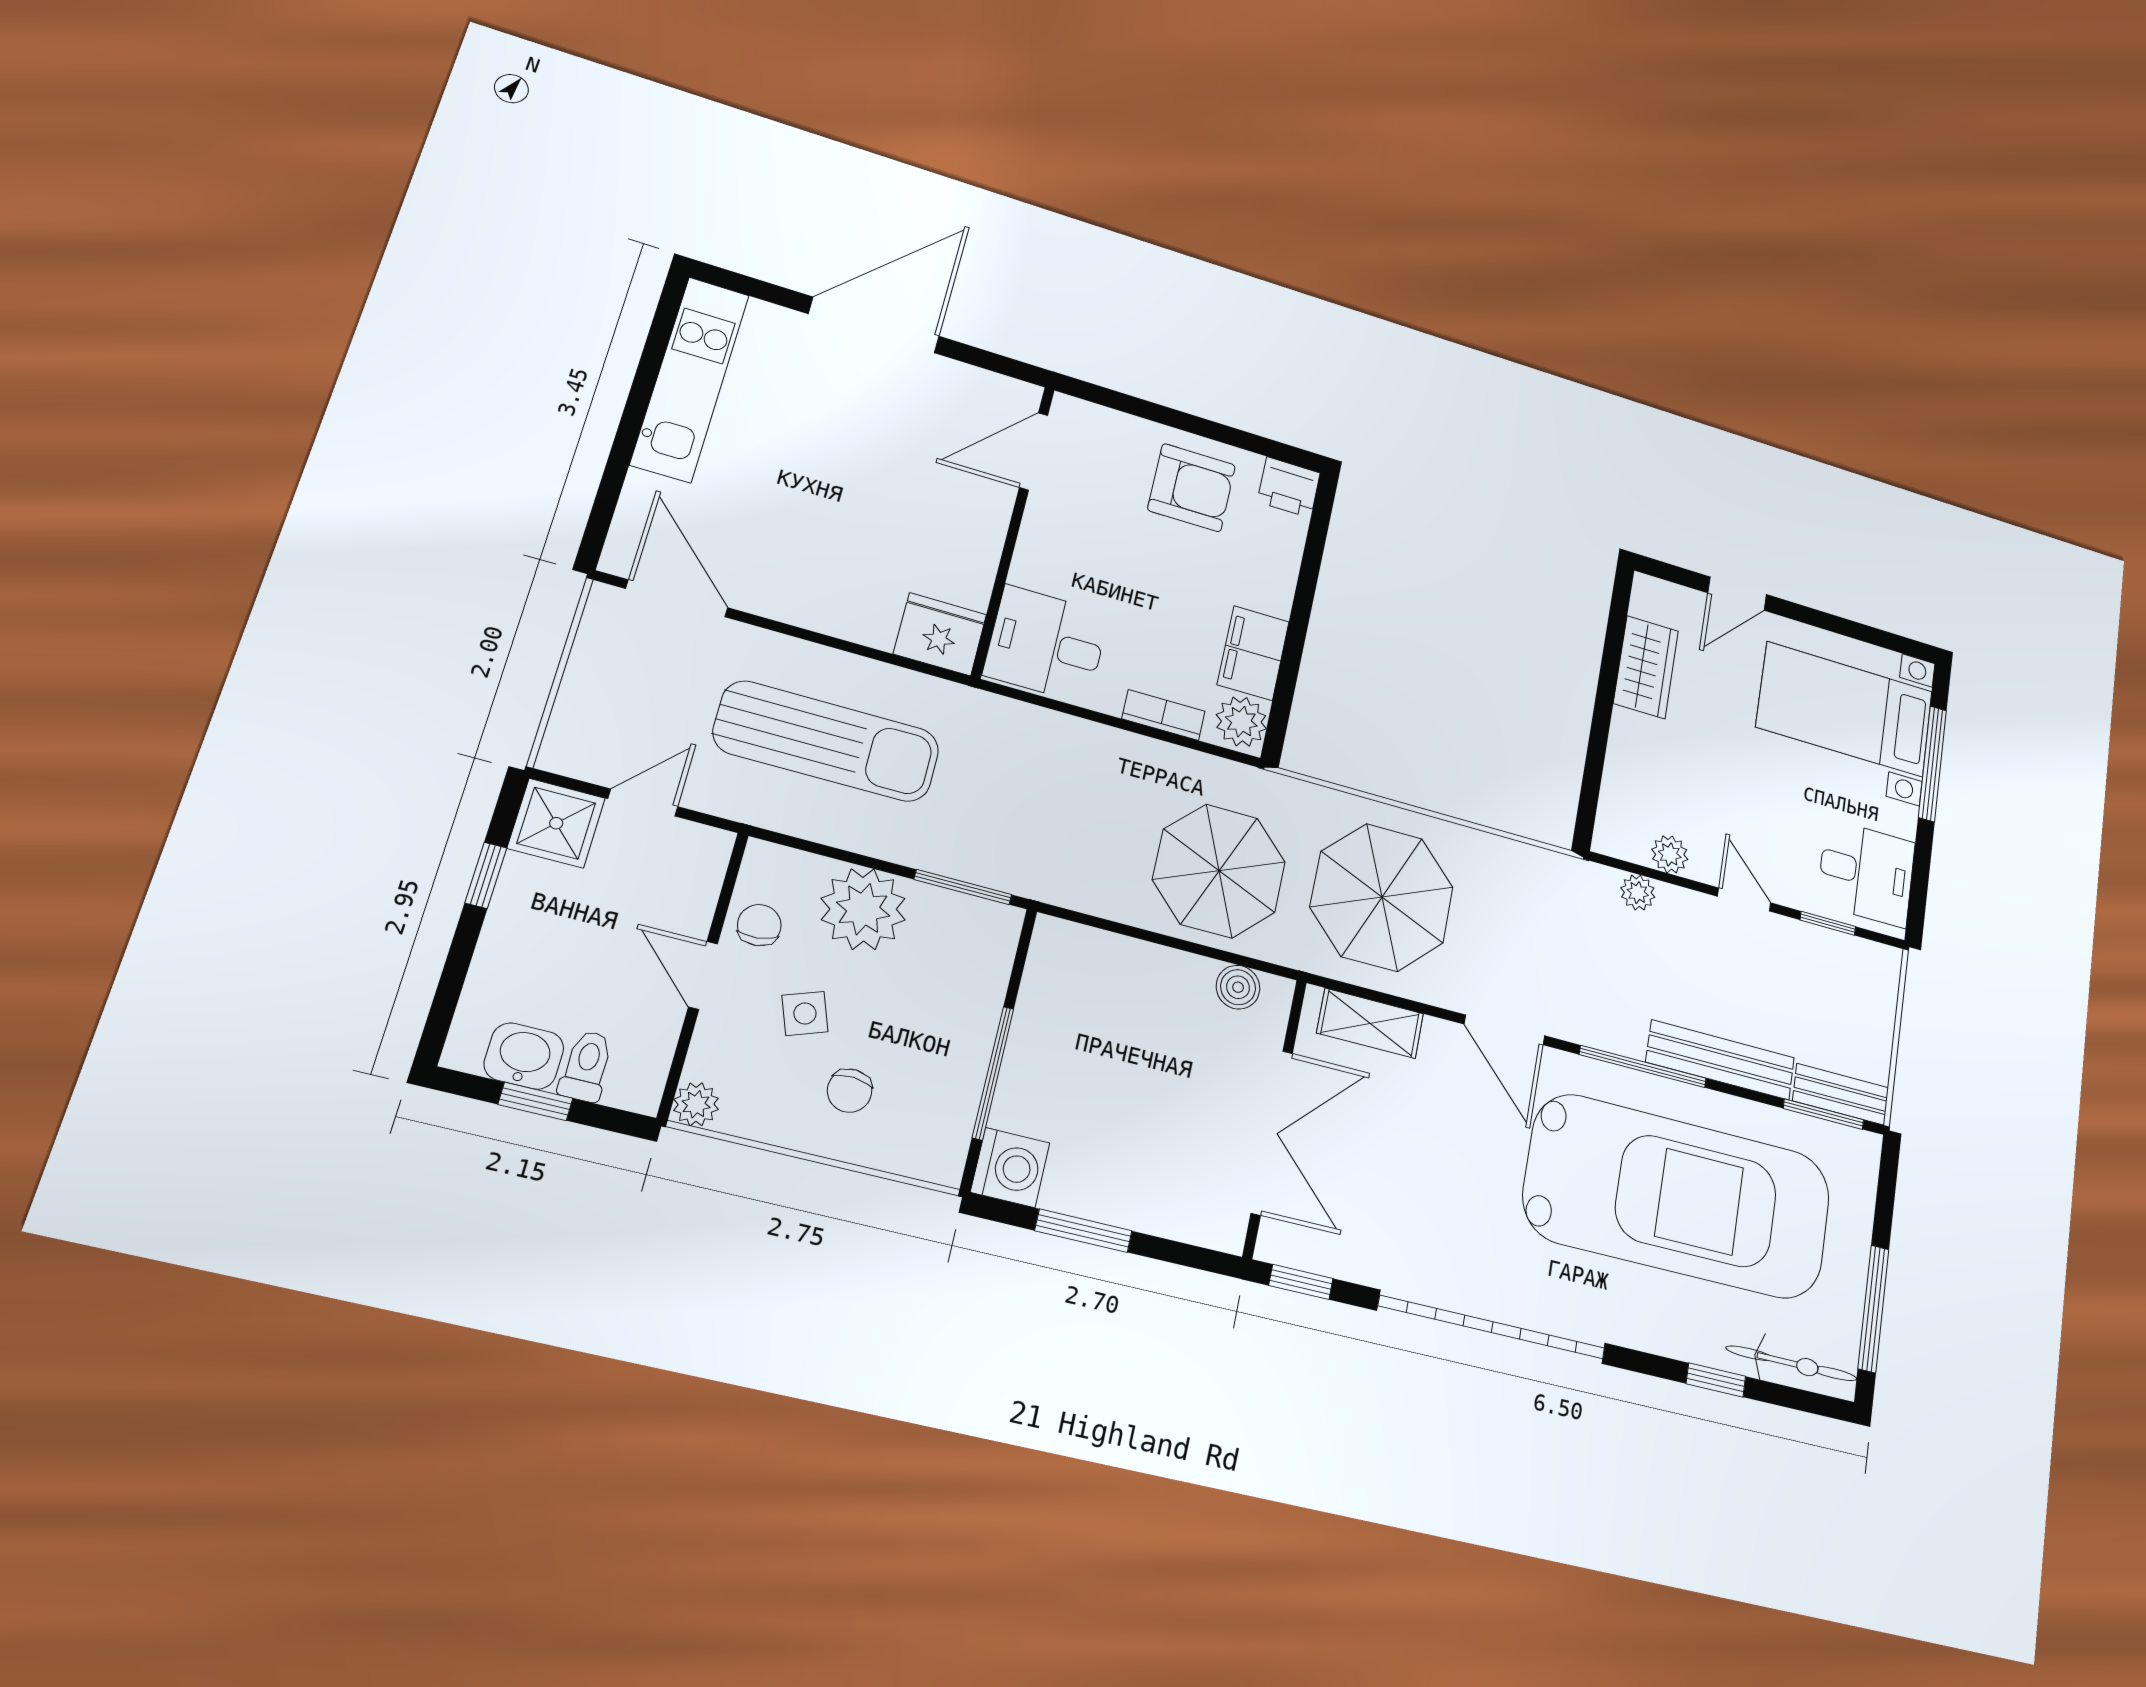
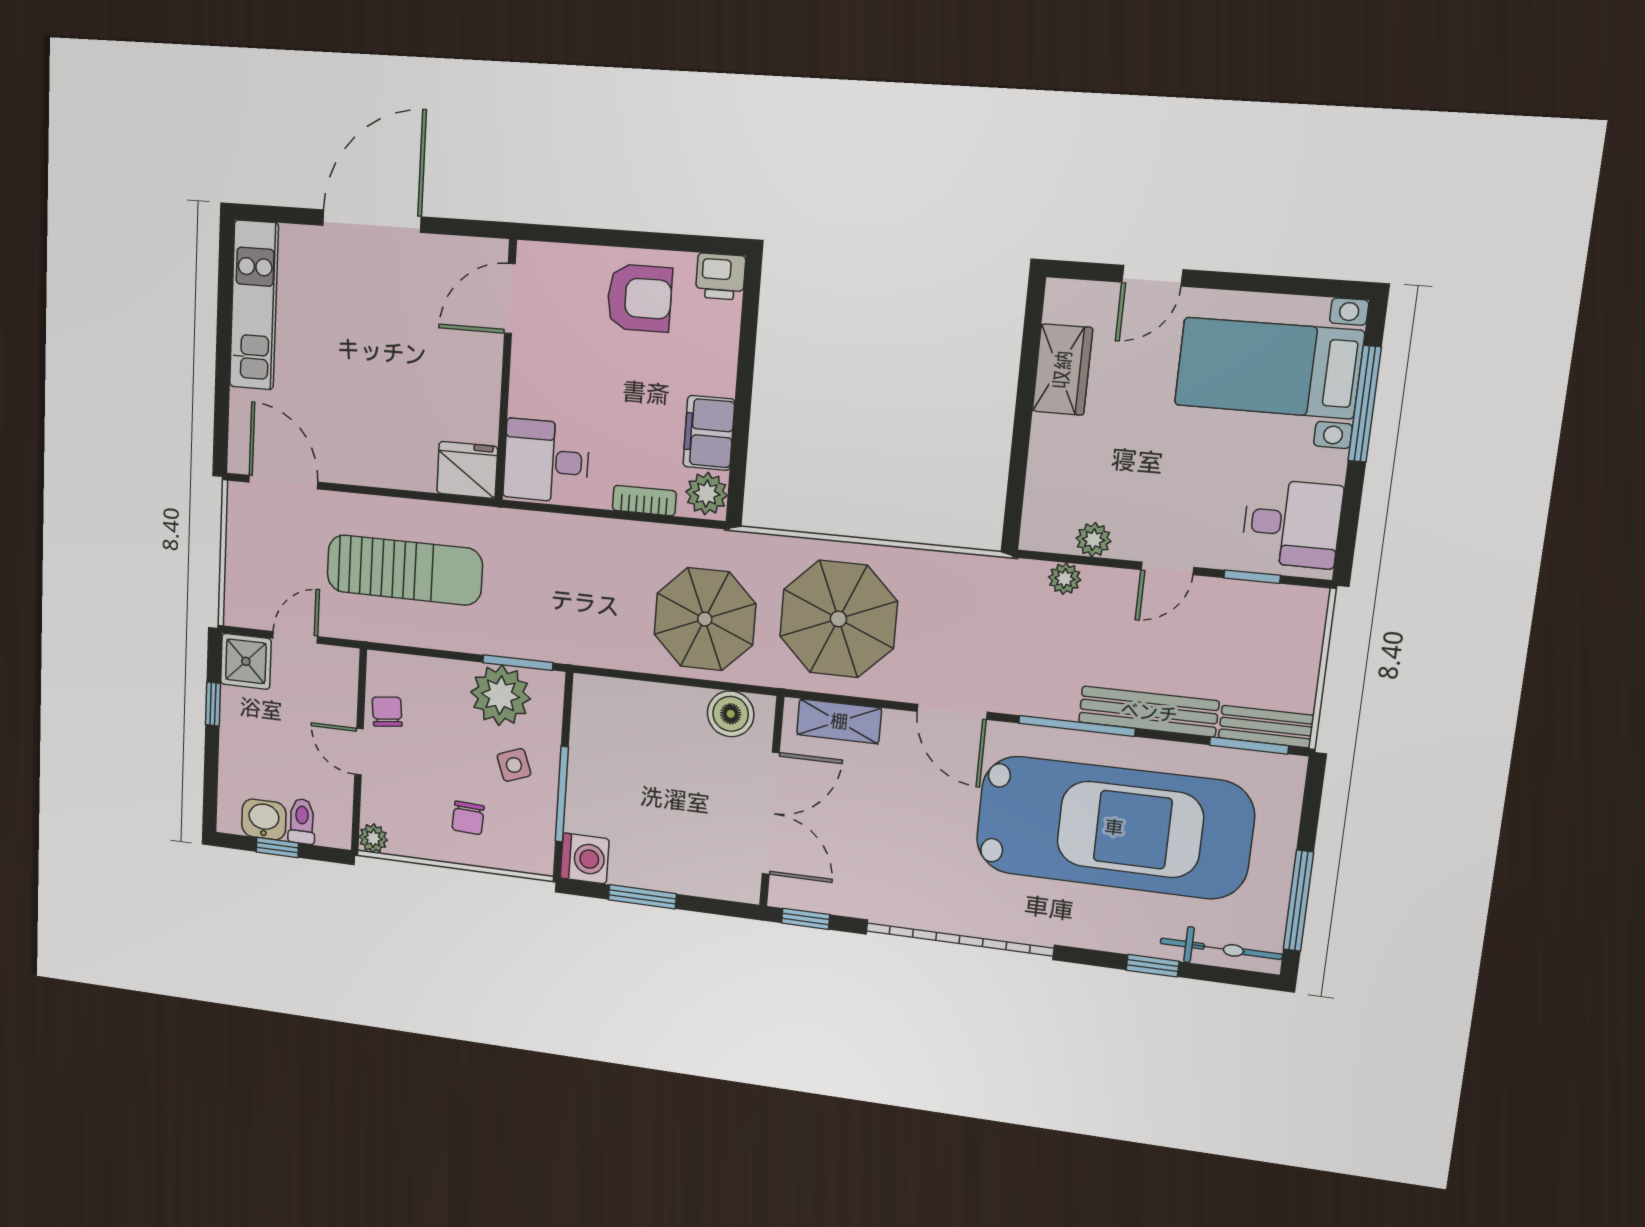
door: (1744, 900) -> (1167, 568), swing flipped
plant: (863, 909) -> (501, 695), moved
boiler: (1238, 987) -> (731, 714), width x1.36, depth x1.36
side table: (805, 1013) -> (514, 765), moved

